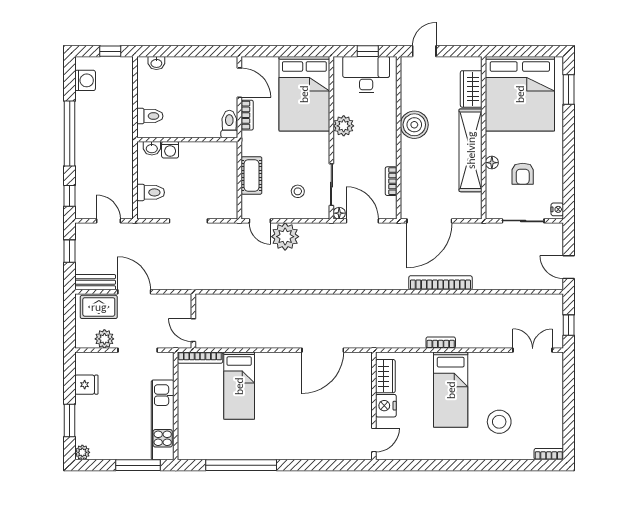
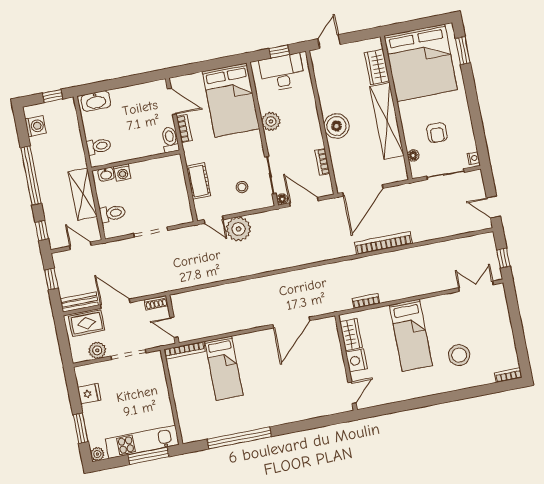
washbasin: (156, 63) -> (96, 101), width x1.91, depth x1.45
boiler: (414, 125) -> (337, 126), moved
floor lamp: (492, 163) -> (413, 155), moved
shelving: (122, 165) -> (83, 194), added
shoe rack: (179, 300) -> (156, 303), added
bookcase: (441, 343) -> (366, 301), moved
kitchen unit: (163, 420) -> (142, 442), moved, turned 90

